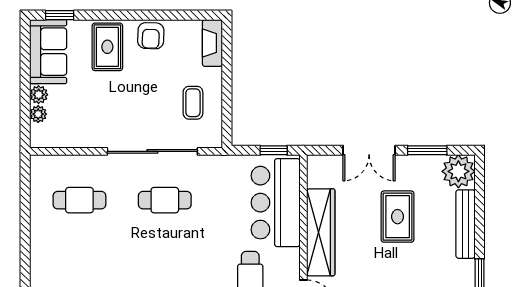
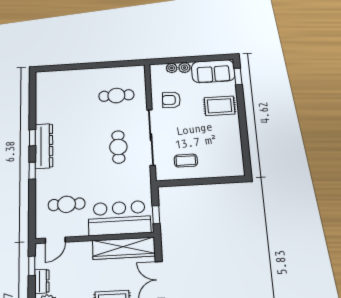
armchair: (151, 36) -> (171, 100), moved
fireplace: (212, 43) -> (228, 170), removed
cafe table: (79, 200) -> (116, 96), turned 90
wardrobe: (321, 232) -> (124, 248), moved

